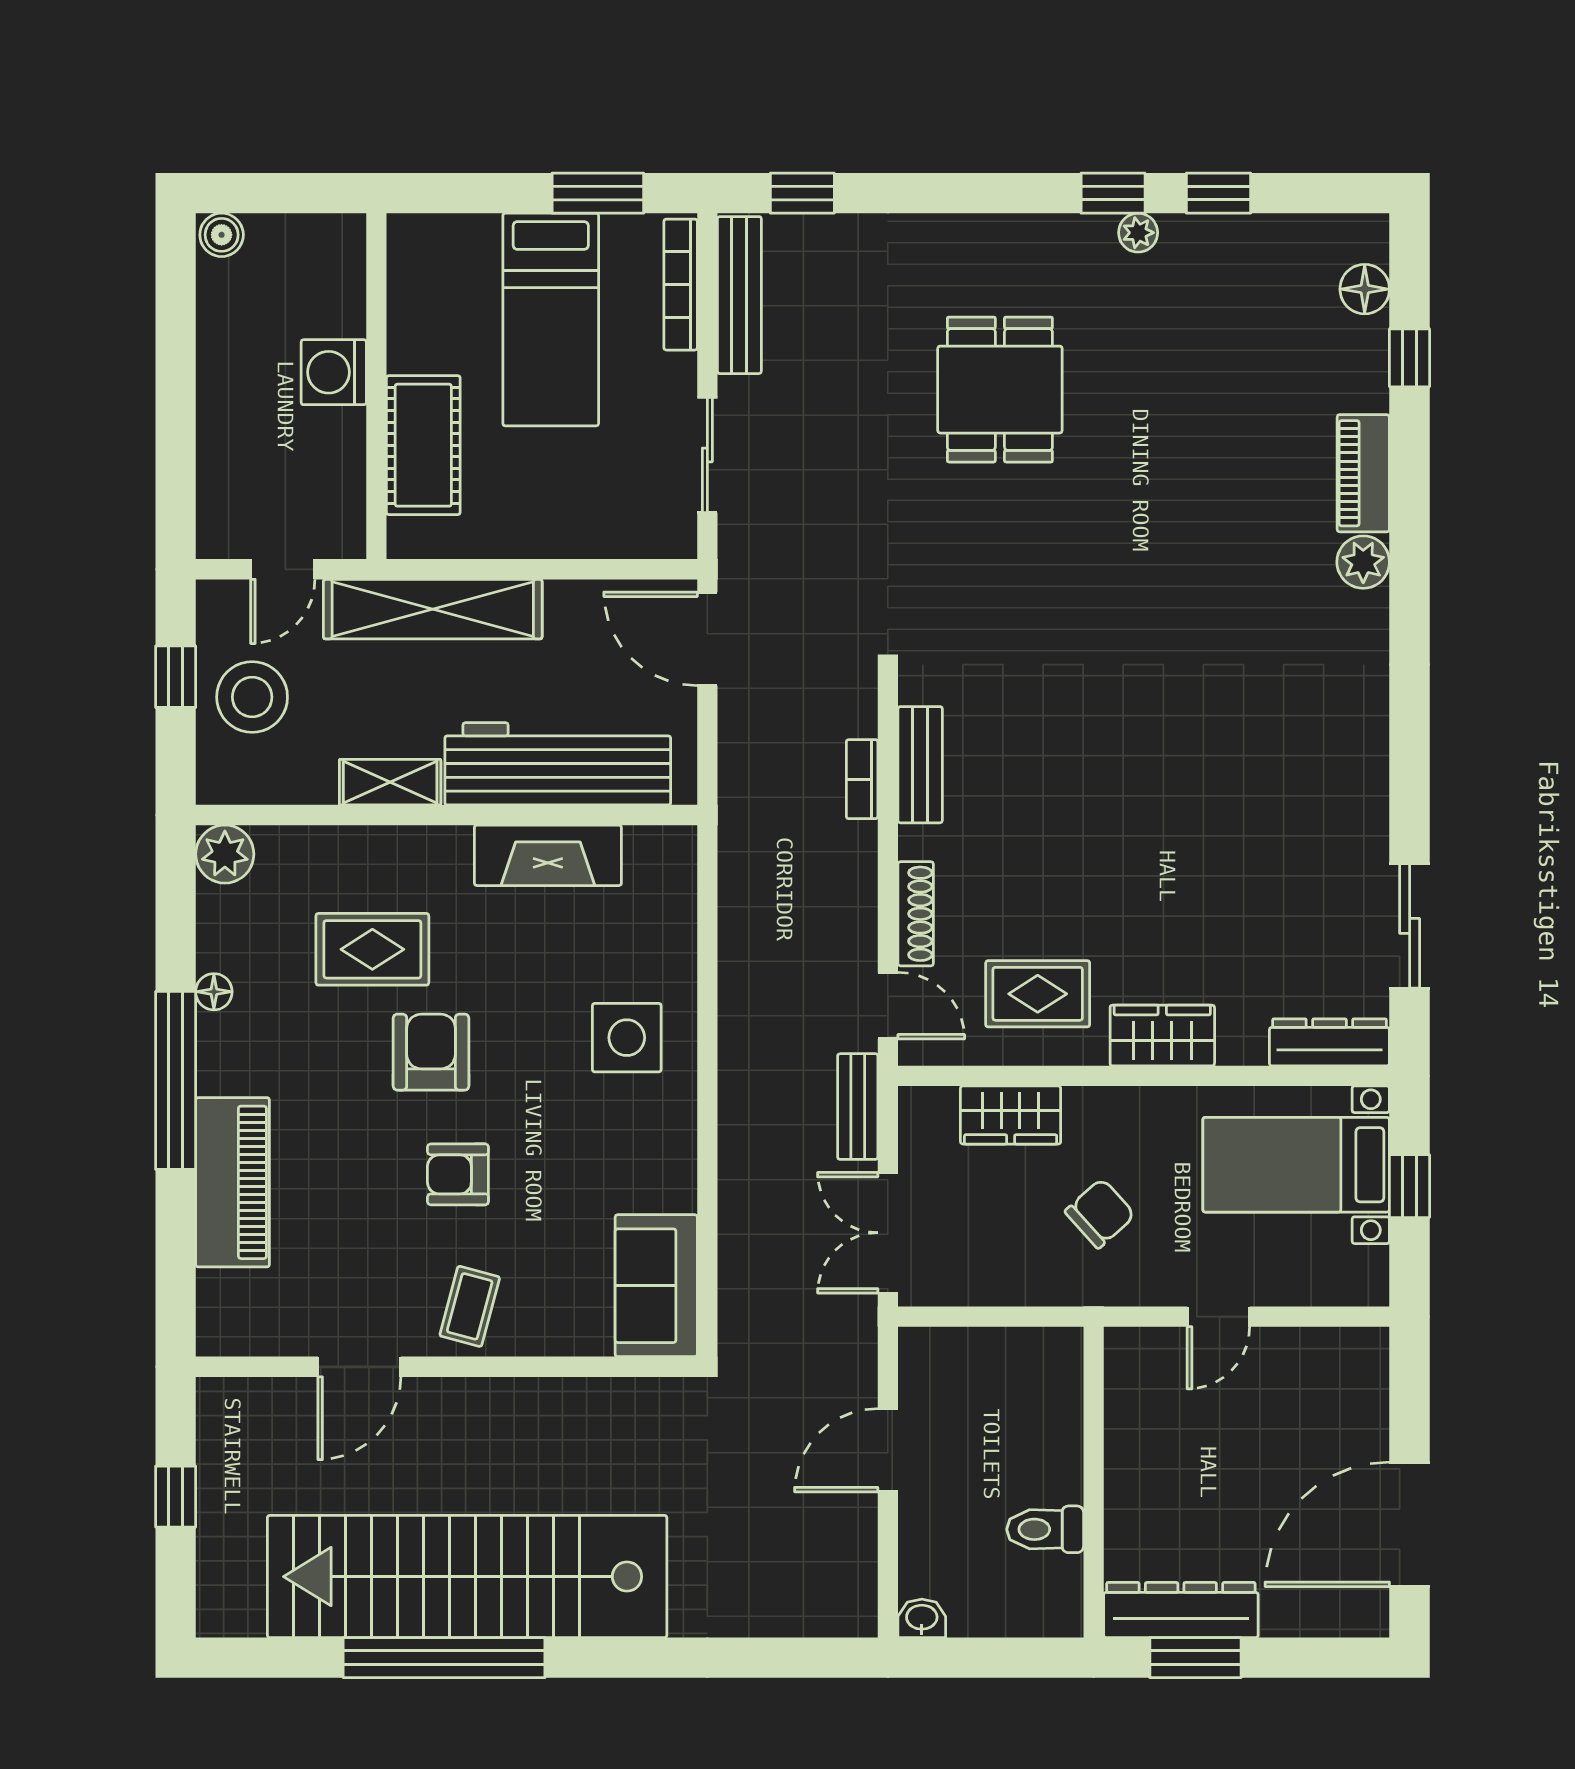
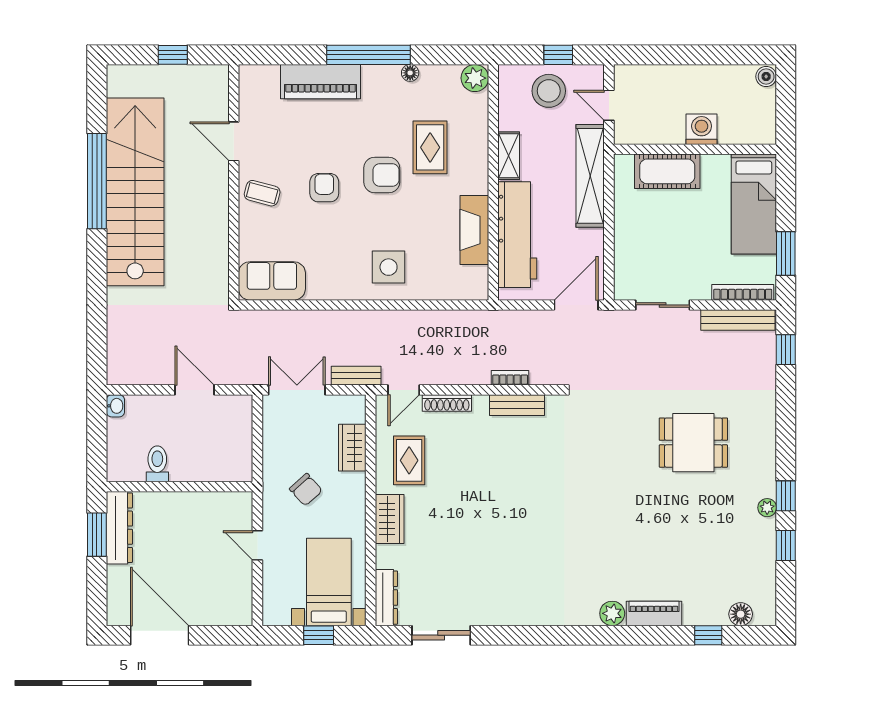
bed: (551, 319) -> (754, 204), moved, turned -90

